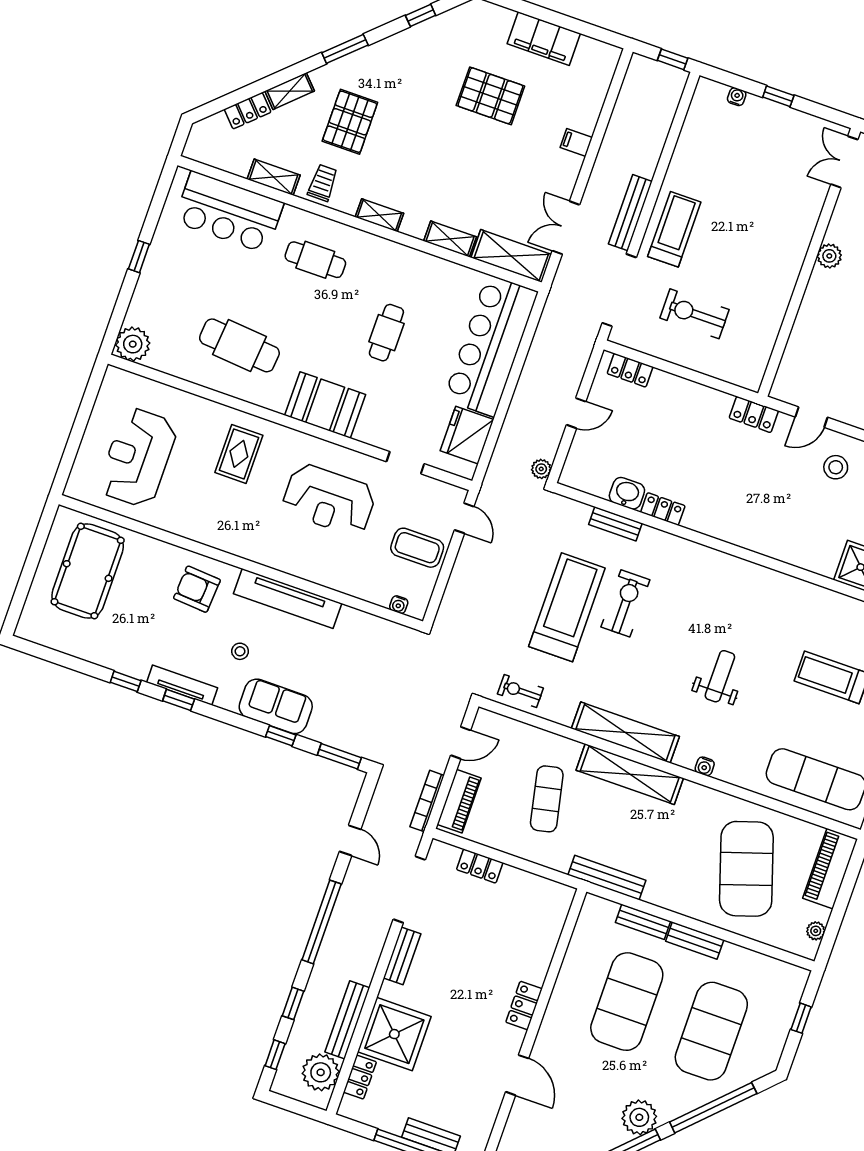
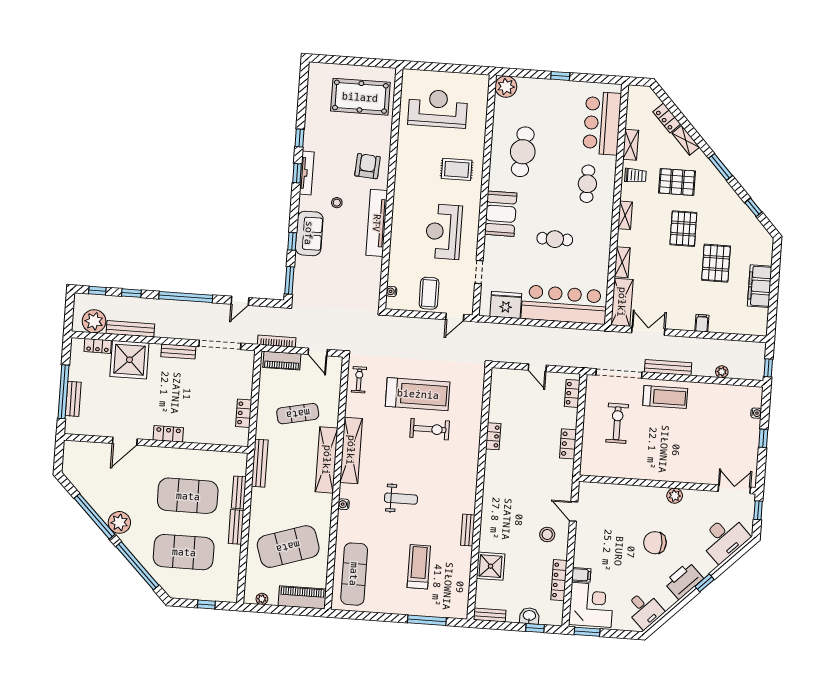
pallet: (424, 131) -> (683, 229), added
locker: (754, 414) -> (568, 444), moved
plant: (541, 469) -> (722, 372), moved
washbasin: (627, 493) -> (497, 412), removed
bench: (615, 524) -> (468, 530), moved
locker: (480, 866) -> (244, 413), moved

